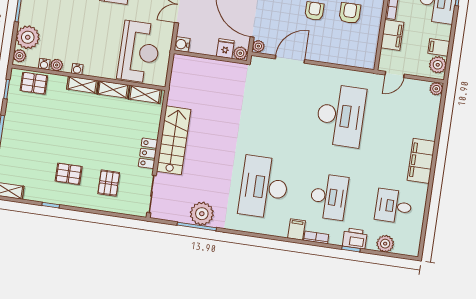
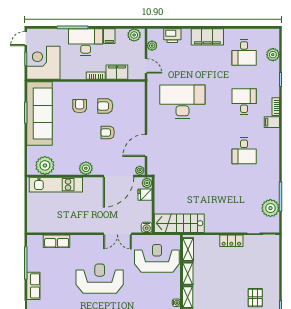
filing cabinet: (439, 47) -> (109, 36), moved
door: (290, 59) -> (146, 145), hinge flipped
plant: (436, 89) -> (152, 46), moved
stairs: (174, 140) -> (179, 223), moved
pallet: (109, 183) -> (258, 267), removed
desk: (264, 187) -> (244, 151), width x0.53, depth x0.77
desk: (329, 197) -> (244, 102), width x0.73
plant: (202, 214) -> (270, 208), moved
printer: (355, 238) -> (172, 36), moved, turned -90

